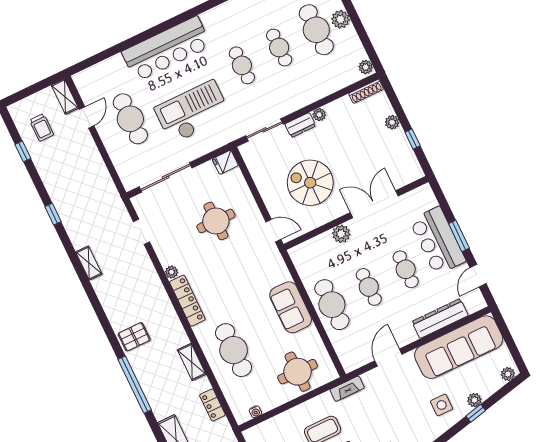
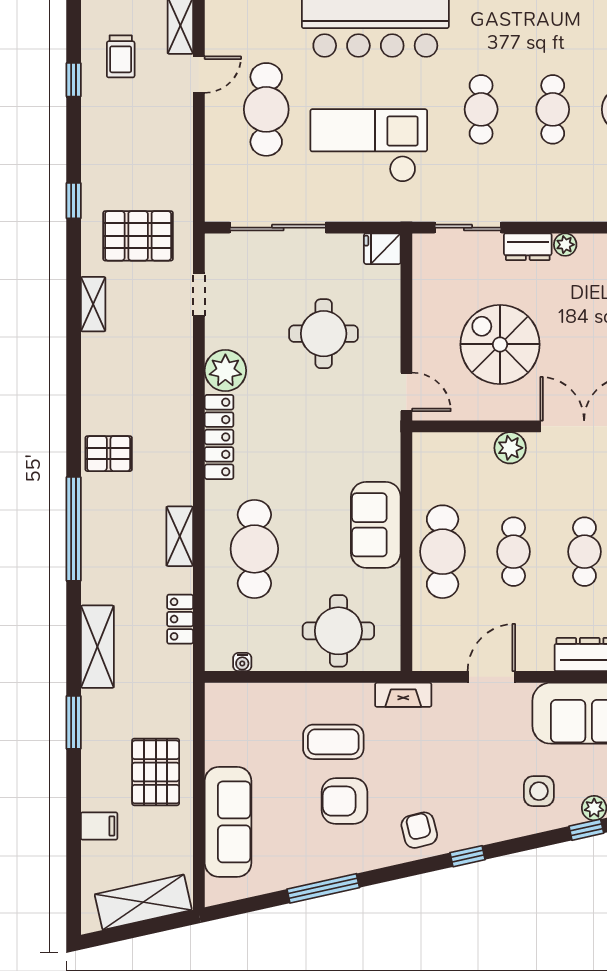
pallet: (95, 216) -> (138, 236), added
plant: (171, 272) -> (225, 371), width x1.87, depth x1.87

